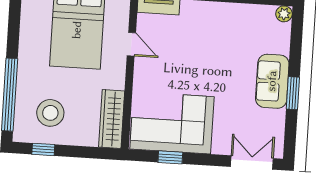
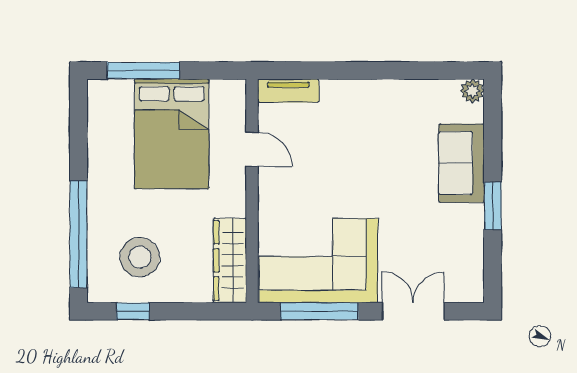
sofa: (272, 81) -> (461, 163), moved
window: (170, 157) -> (319, 311), width x2.17
double door: (252, 163) -> (413, 311), moved

